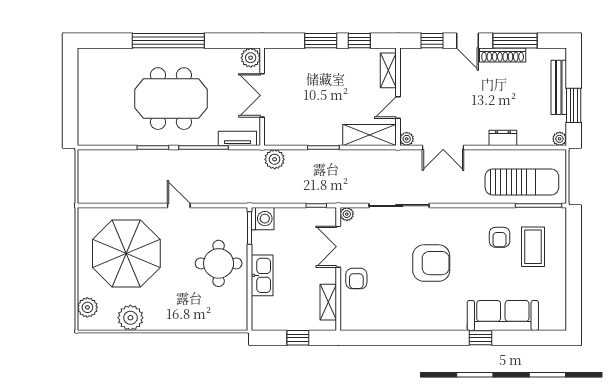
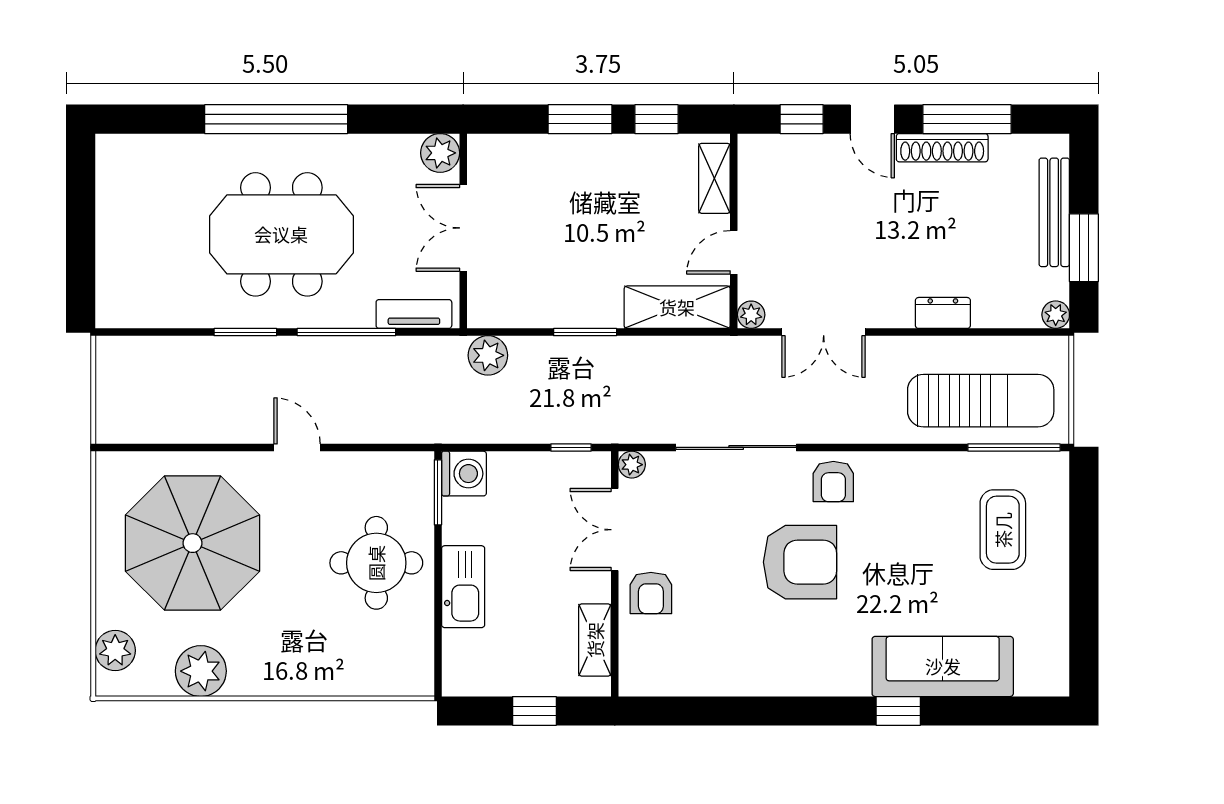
armchair: (500, 237) -> (833, 482), moved

